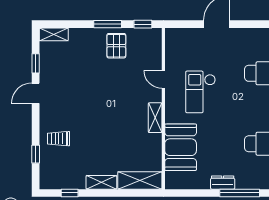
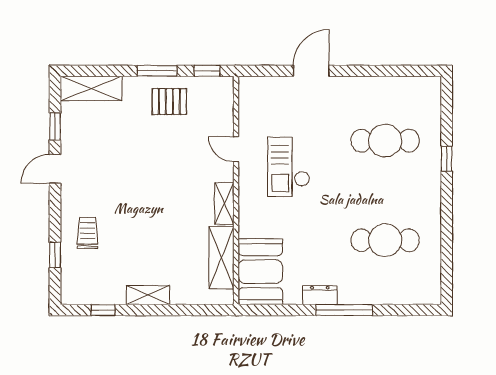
shelving: (54, 34) -> (91, 88), width x1.50, depth x1.33
pallet: (116, 46) -> (169, 102), turned 90
trolley: (59, 139) -> (88, 233), turned 90
booth: (181, 147) -> (260, 272), moved
shelving: (140, 180) -> (221, 258), moved, turned 90

